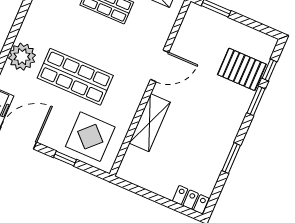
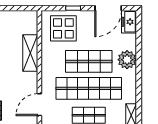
shop shelf: (91, 40) -> (89, 88), added
door: (160, 66) -> (39, 105), moved

